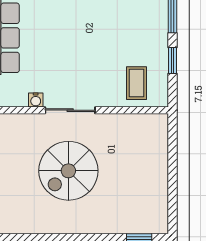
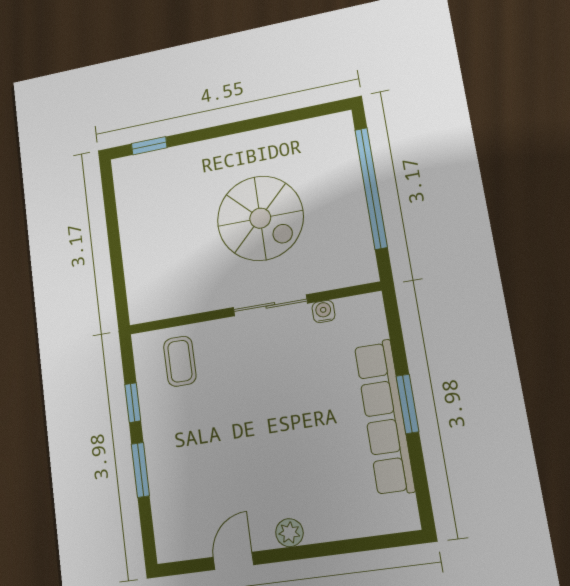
spiral stairs: (68, 171) -> (260, 218), turned 90

